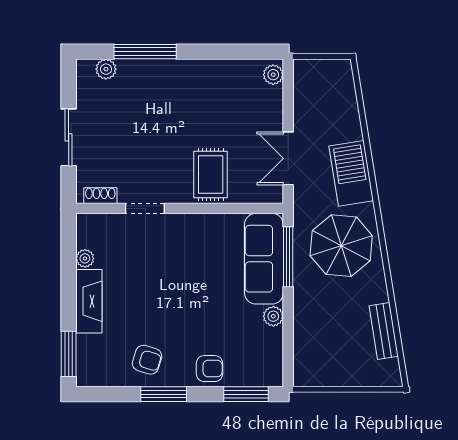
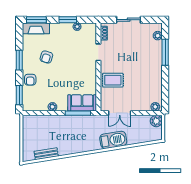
plant: (307, 72) -> (156, 121), added
double door: (288, 158) -> (120, 113), swing flipped
parasol: (341, 246) -> (82, 136), removed
sofa: (264, 259) -> (82, 103), width x0.73
window: (69, 281) -> (68, 20), added
fireplace: (89, 301) -> (36, 28), moved
armchair: (147, 360) -> (46, 57), moved

